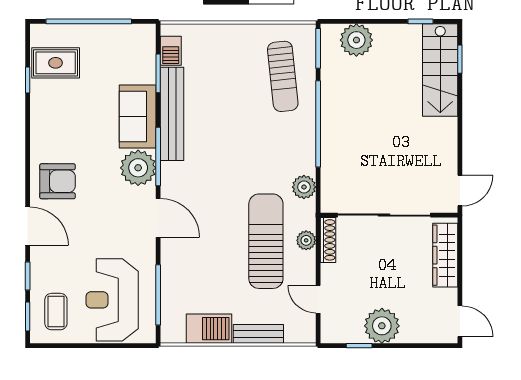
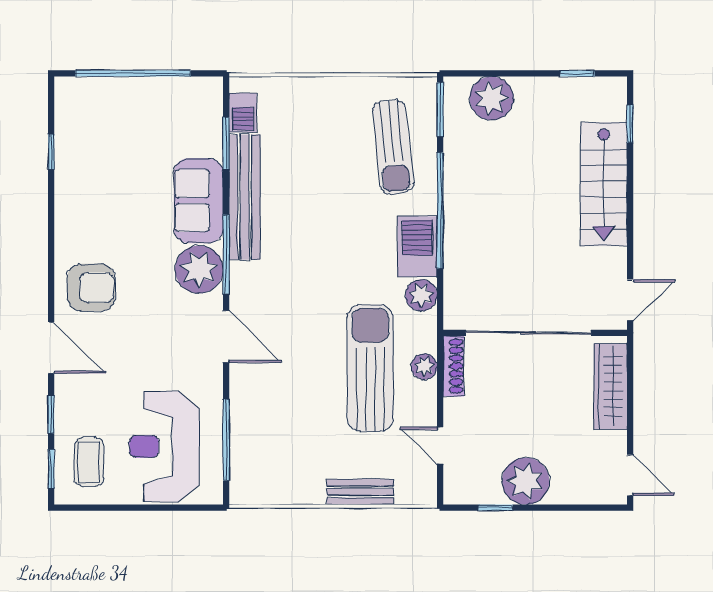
rug: (56, 63) -> (89, 129), removed
stairs: (440, 70) -> (604, 184), moved
barbecue: (209, 329) -> (417, 247), moved, turned -90

